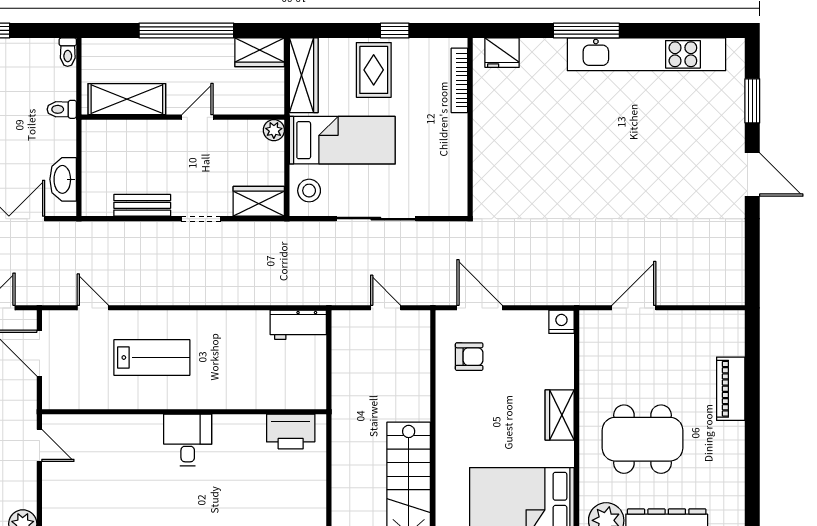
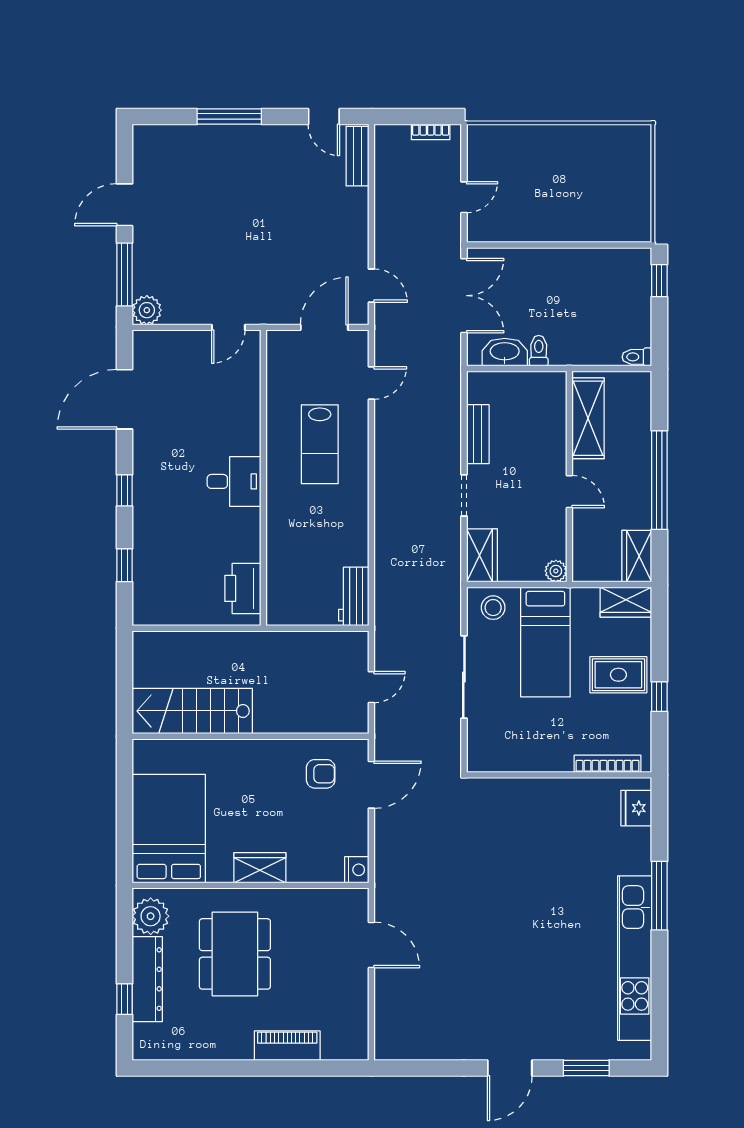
wardrobe: (304, 75) -> (626, 602), width x0.67
toilet: (62, 109) -> (539, 351), moved
armchair: (469, 357) -> (321, 774), turned -90

